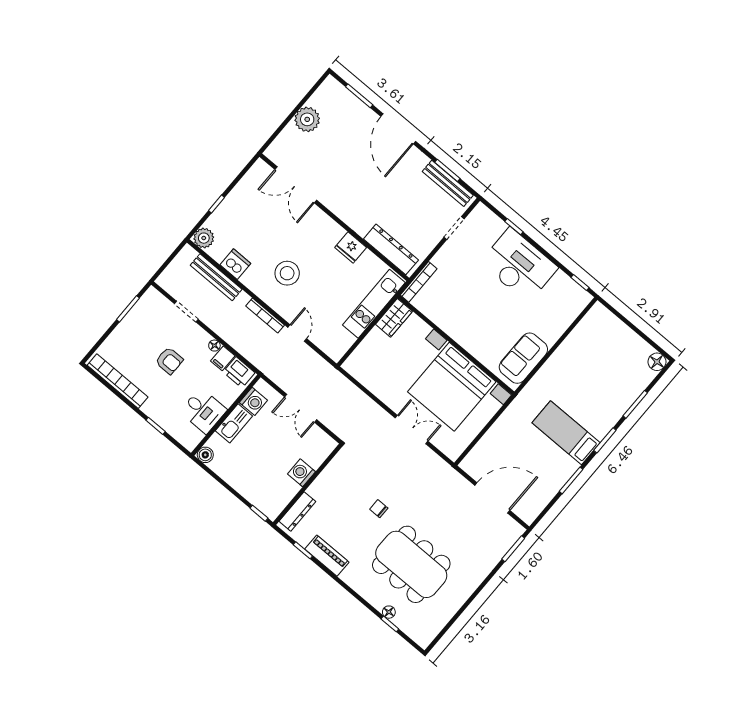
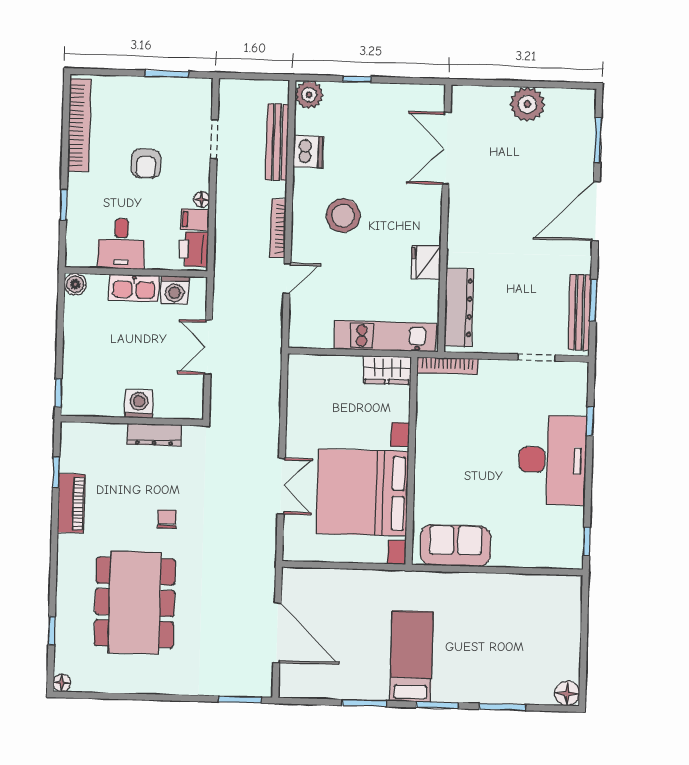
dresser: (297, 511) -> (154, 435), moved
floor lamp: (389, 612) -> (62, 683), moved

